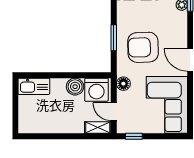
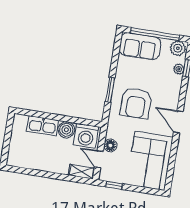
armchair: (143, 47) -> (136, 103), turned -88
floor lamp: (123, 84) -> (110, 145), moved
kitchen sink: (34, 86) -> (42, 126), moved

